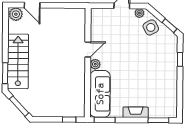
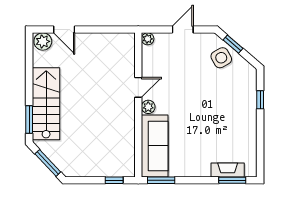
plant: (139, 13) -> (148, 39), moved
window: (169, 26) -> (233, 44), moved
fireplace: (136, 112) -> (228, 170), moved

